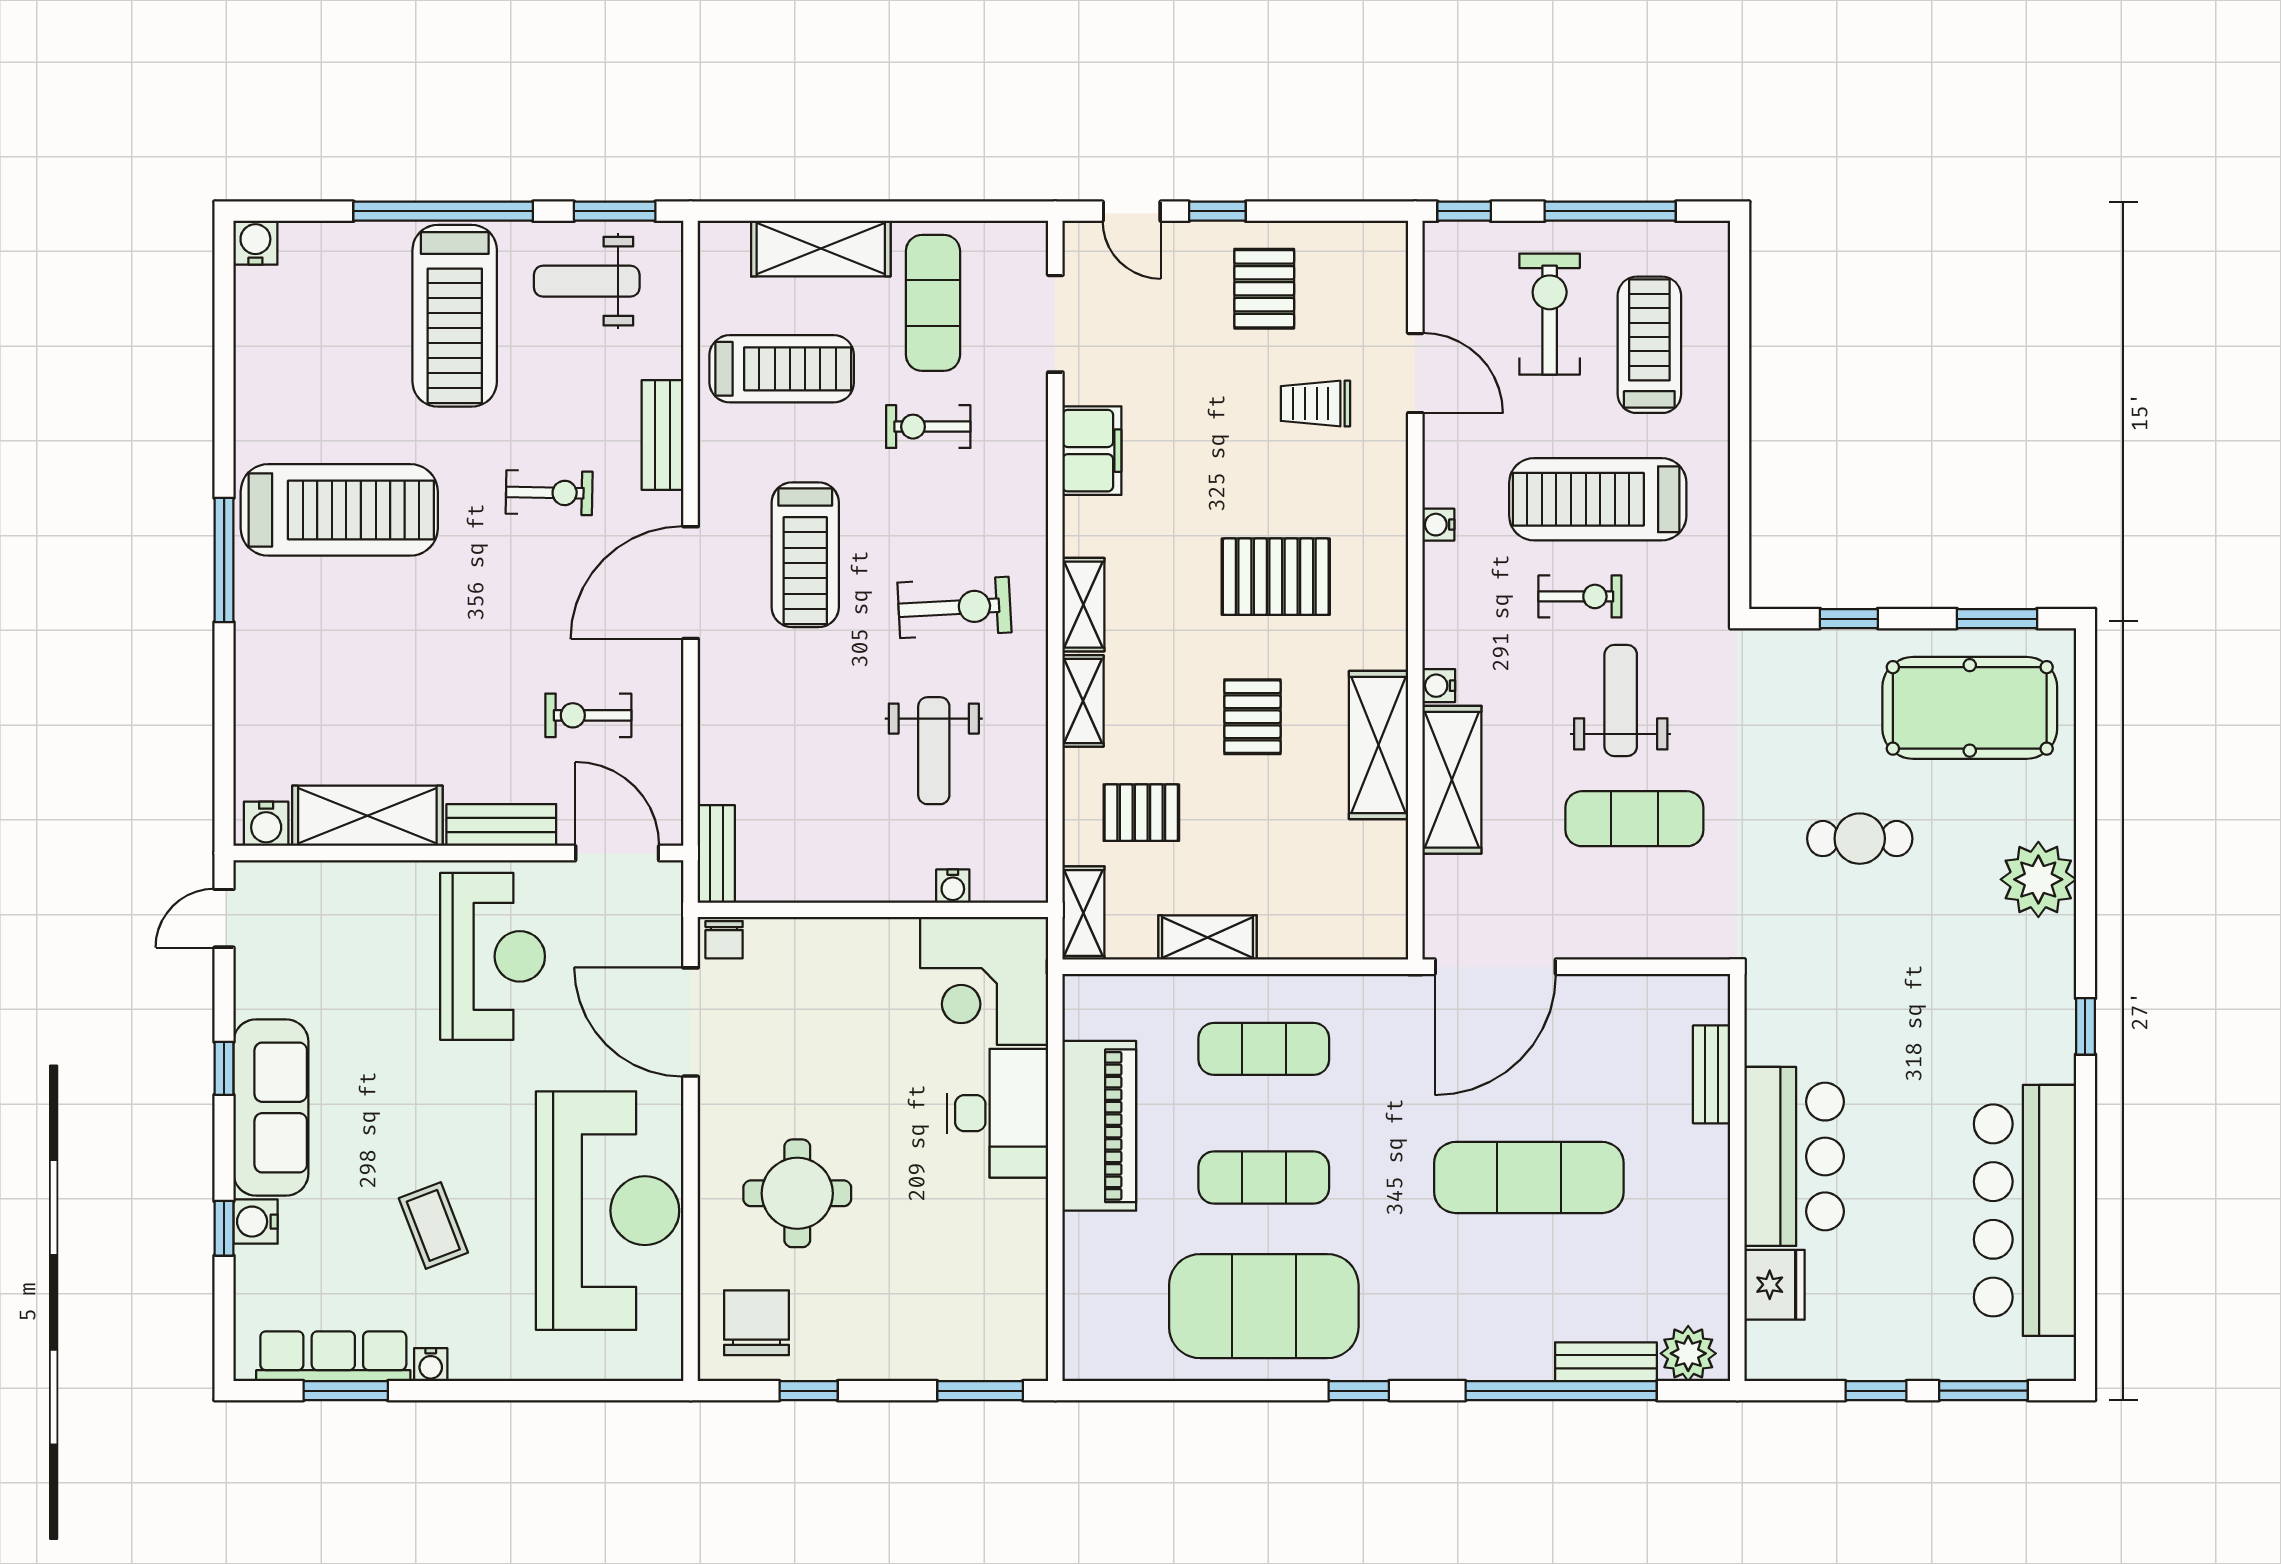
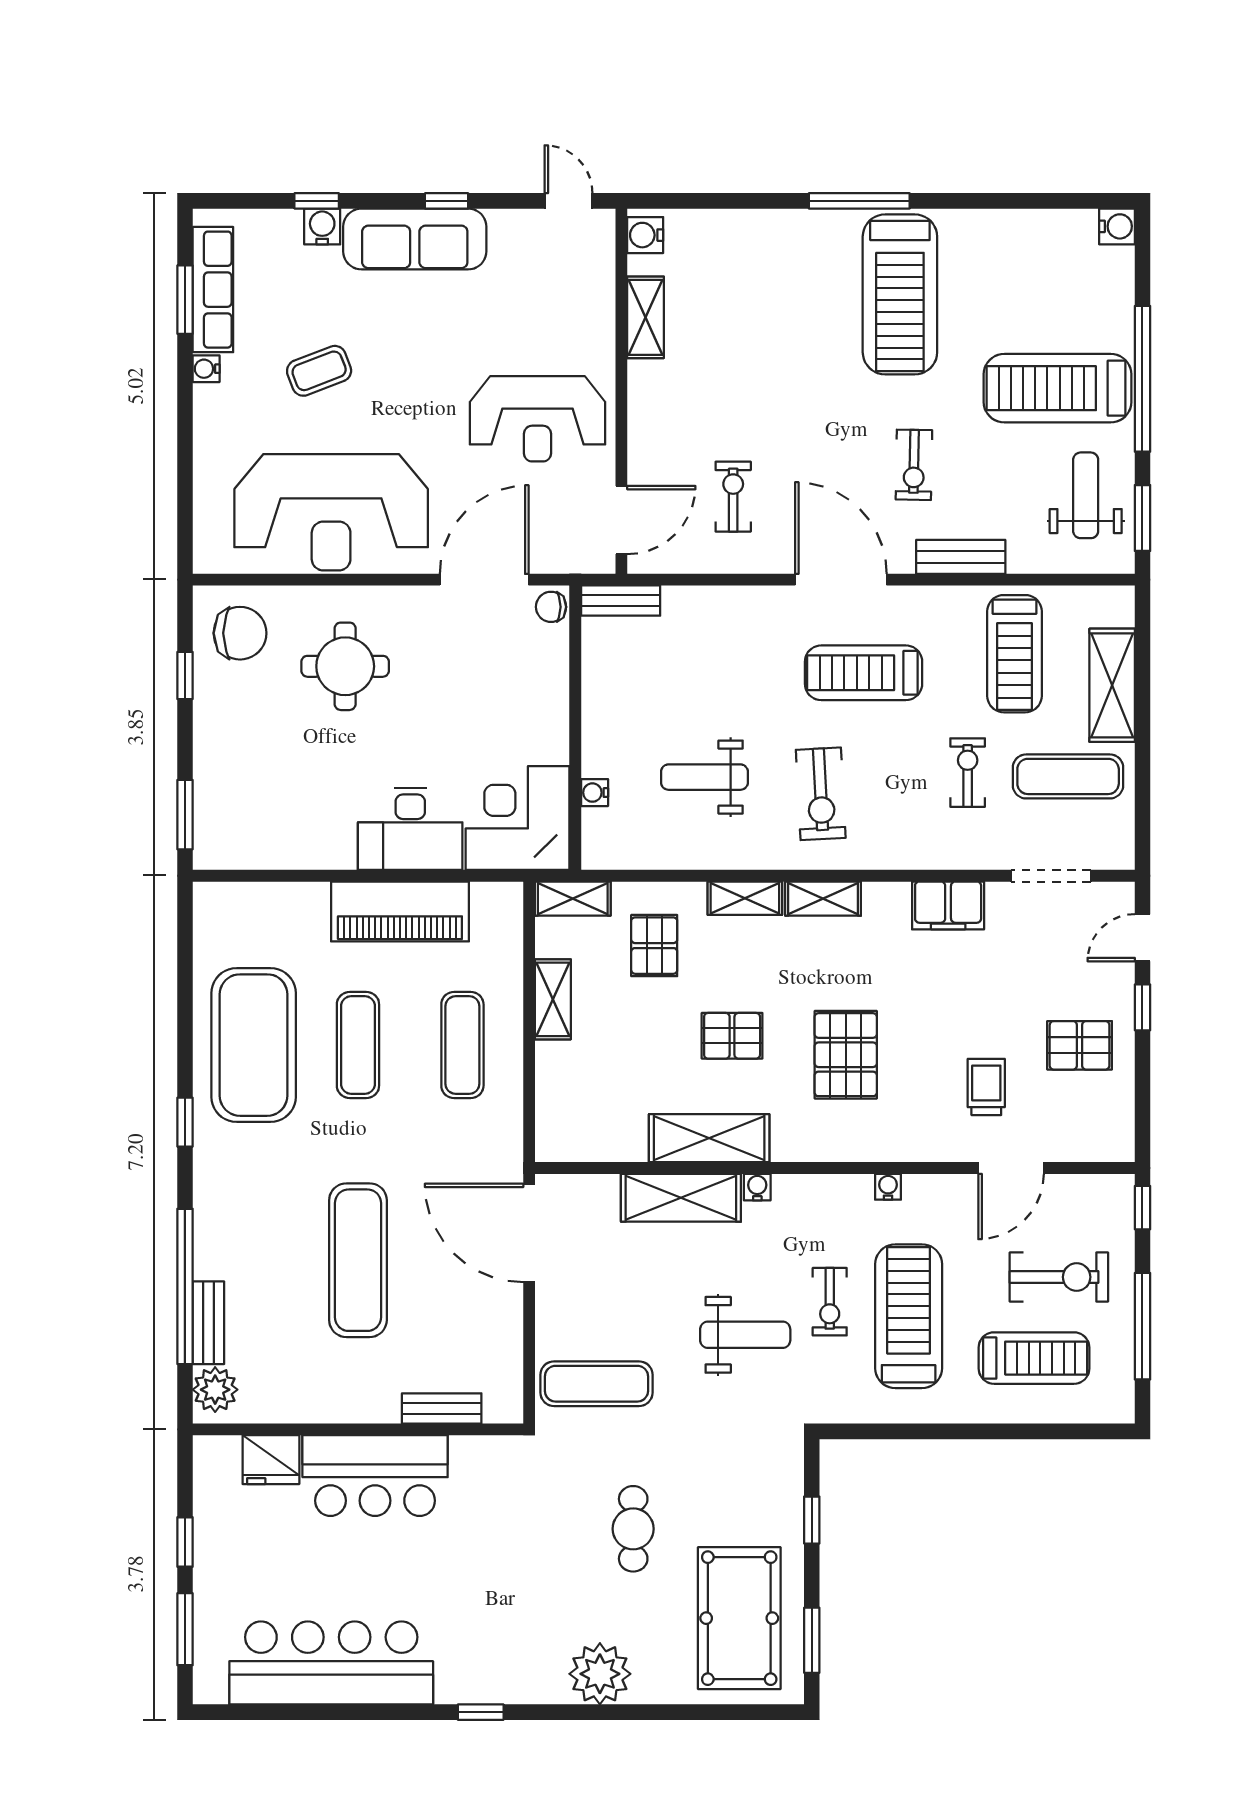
shelving: (367, 816) -> (645, 317), width x0.67, depth x0.75
exercise mat: (1634, 819) -> (596, 1384), moved, turned 90
bench: (501, 825) -> (644, 426), removed

